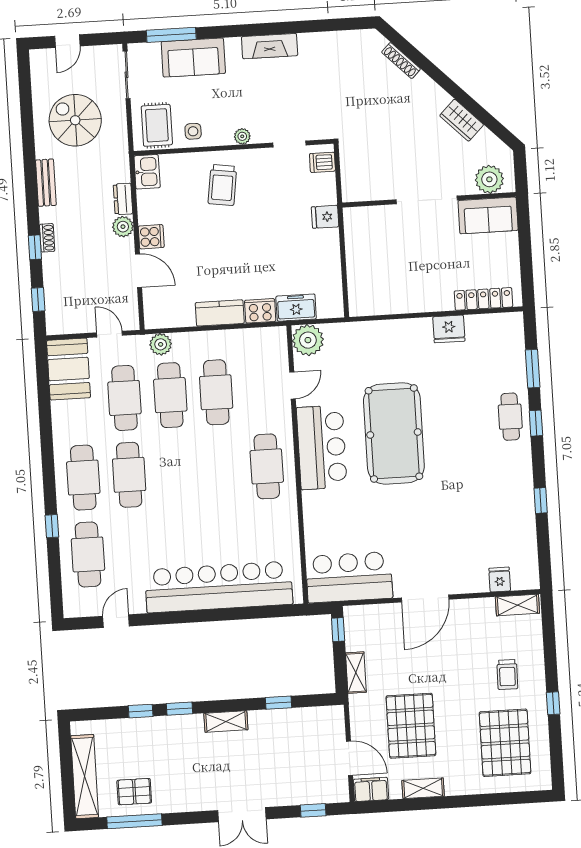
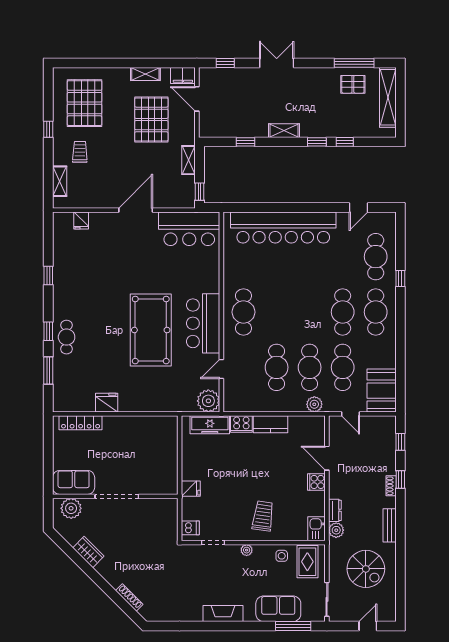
plant: (123, 227) -> (336, 530), moved
freezer: (296, 308) -> (210, 425), width x1.40
shelving: (517, 605) -> (60, 181), moved, turned 90

